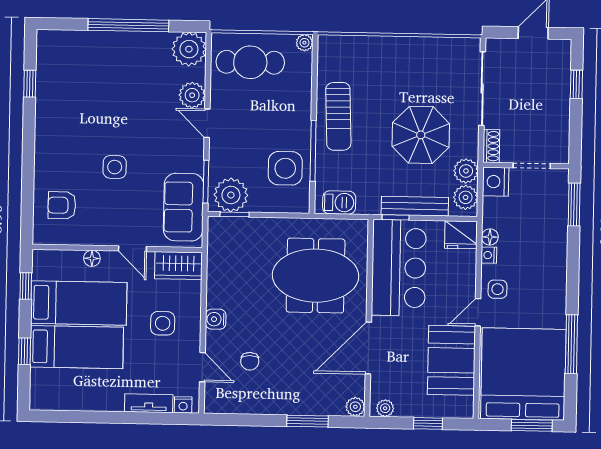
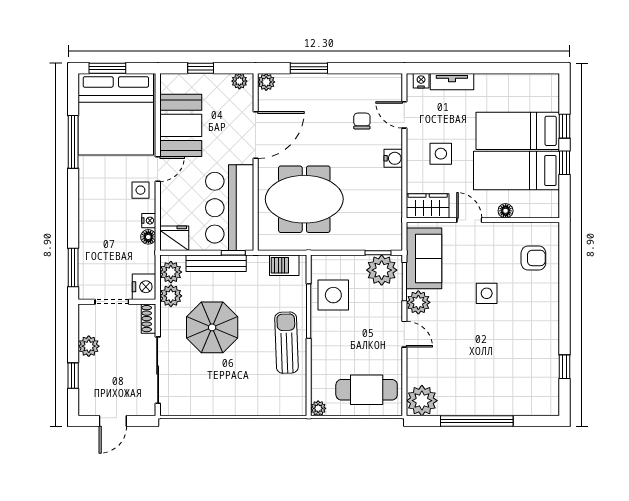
plant: (192, 95) -> (418, 302), moved
plant: (558, 117) -> (89, 346), added
window: (26, 286) -> (564, 163), moved

